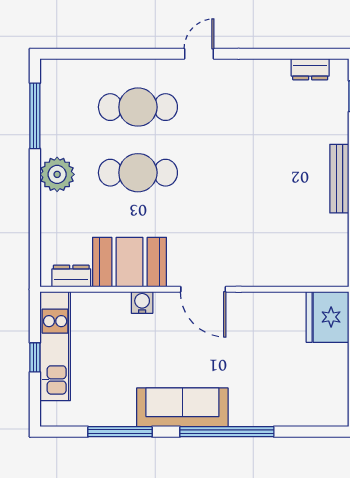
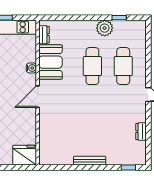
dresser: (310, 69) -> (141, 132), moved
window: (35, 116) -> (119, 18), width x0.46
plant: (57, 174) -> (105, 28), moved

